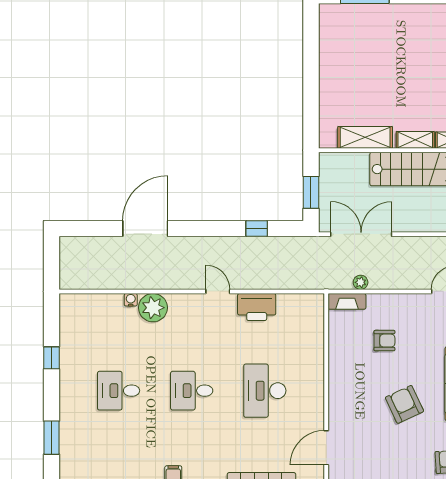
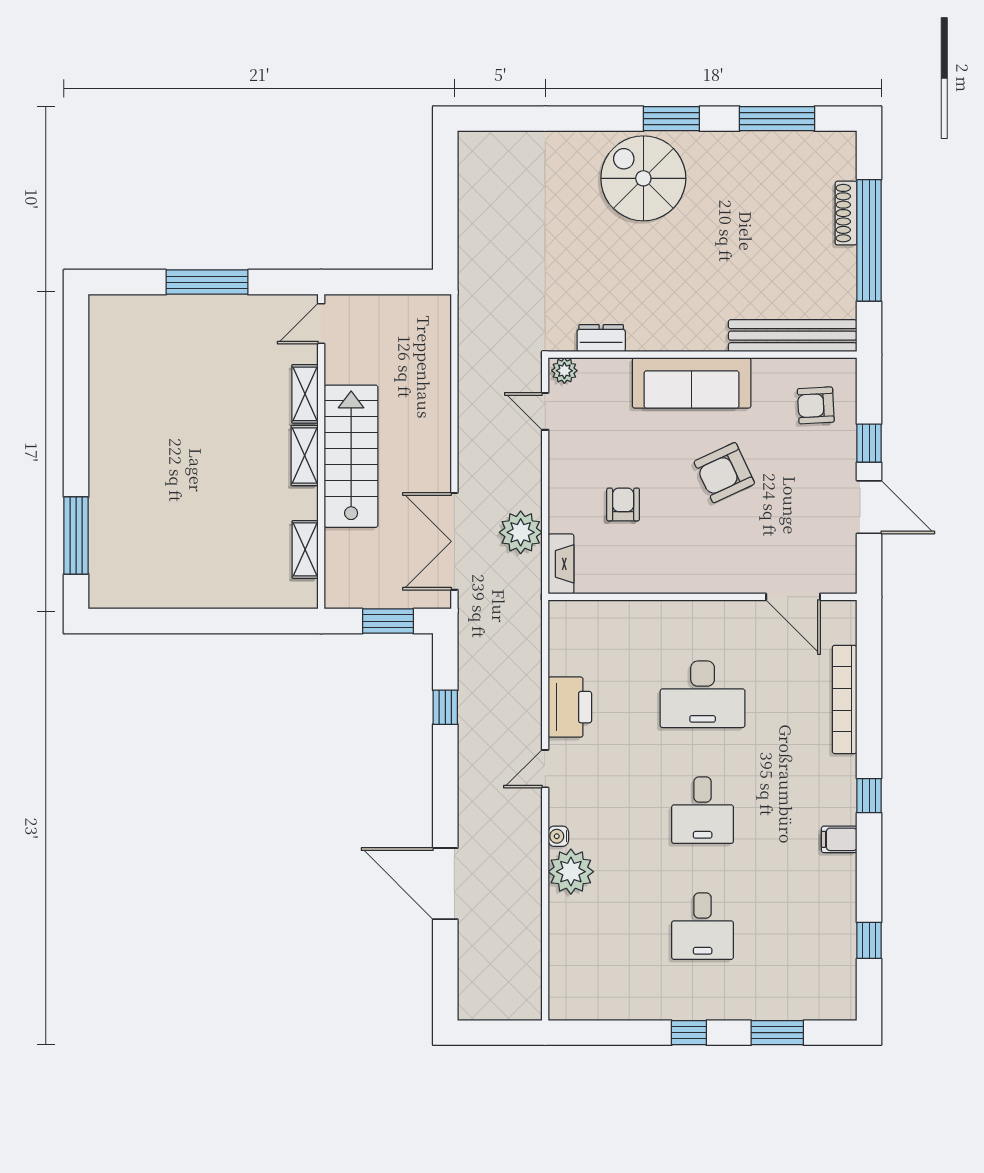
shelving: (365, 137) -> (305, 549), width x0.67, depth x0.75
plant: (361, 282) -> (521, 532), width x1.88, depth x1.88
water cooler: (131, 300) -> (558, 836), moved
window: (51, 358) -> (689, 1033), moved

